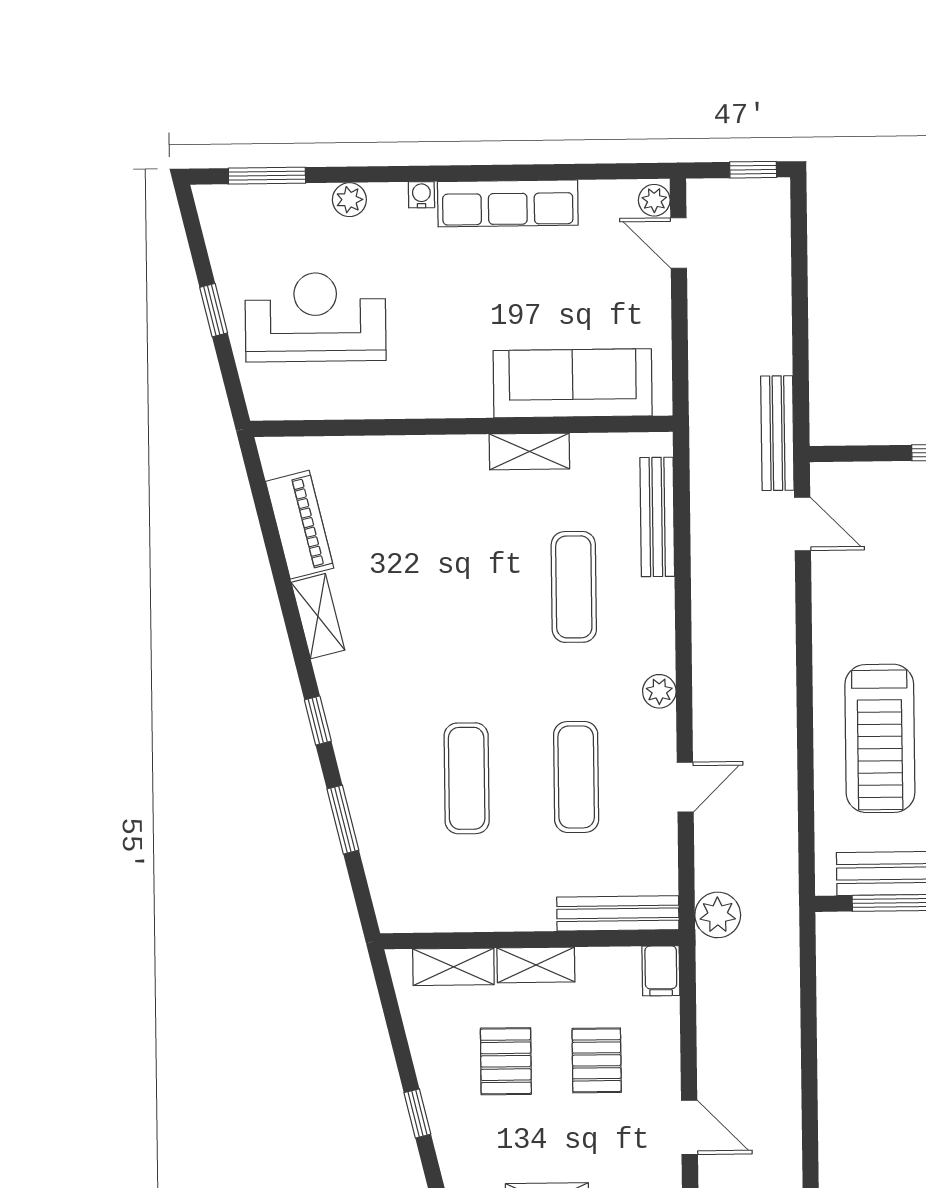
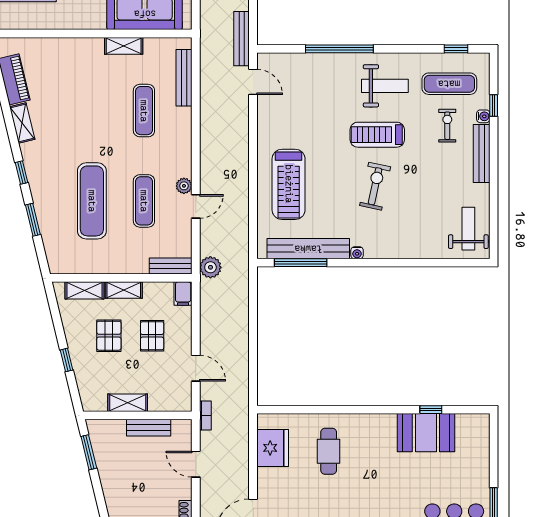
plant: (659, 691) -> (184, 186), moved
exercise mat: (467, 778) -> (92, 201), width x1.36, depth x1.45
bench: (618, 913) -> (171, 266), width x0.73

